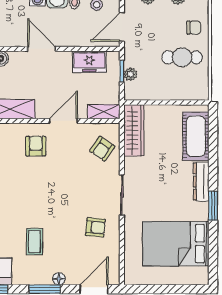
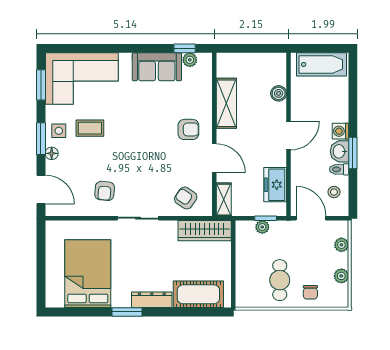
side table: (37, 272) -> (59, 131), added

